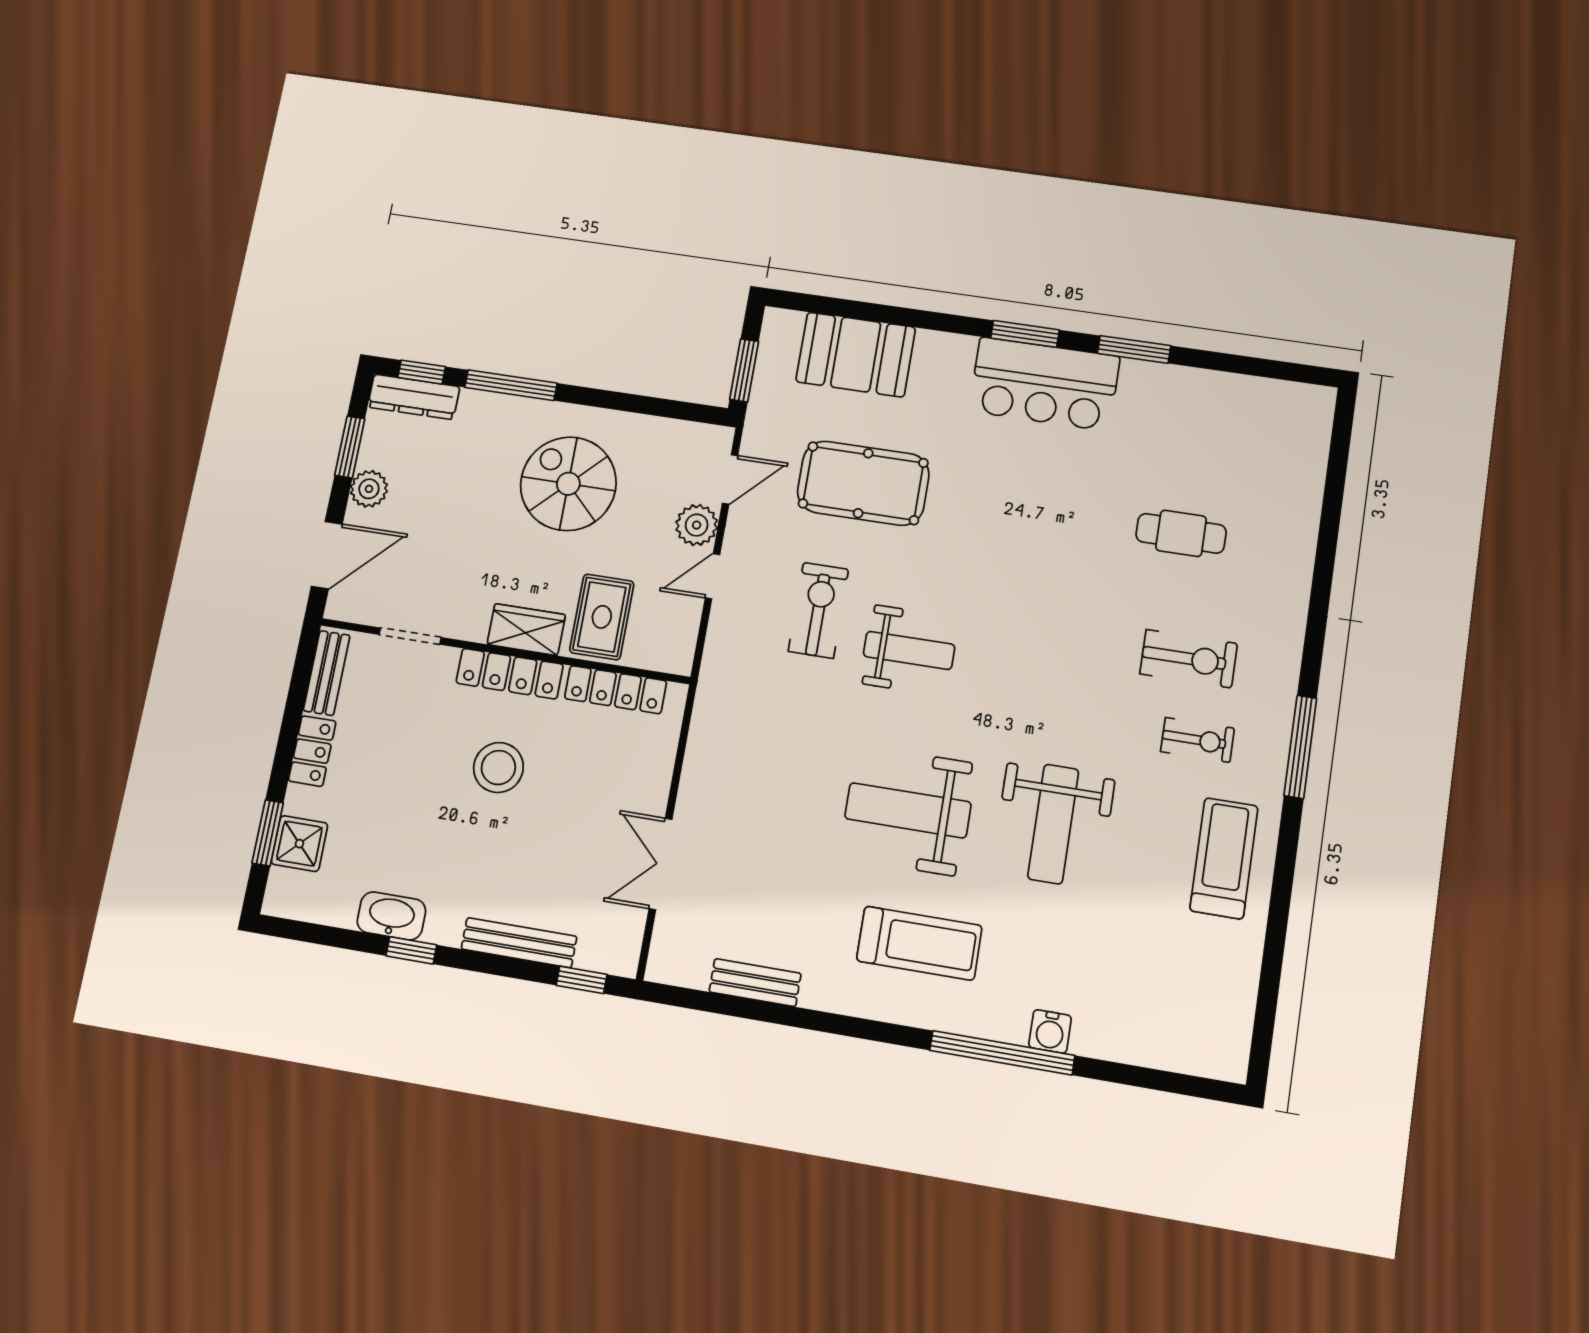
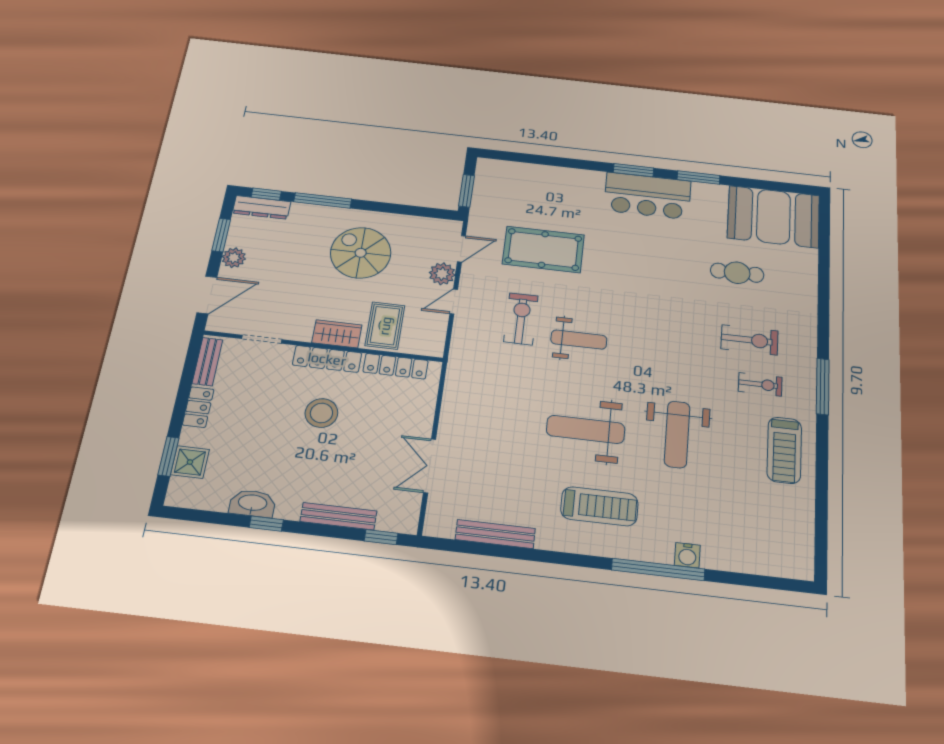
booth: (856, 355) -> (773, 217), moved, width x1.36, depth x1.42
treadmill: (1224, 858) -> (784, 450), turned 180
bench: (755, 983) -> (495, 534), width x1.36

